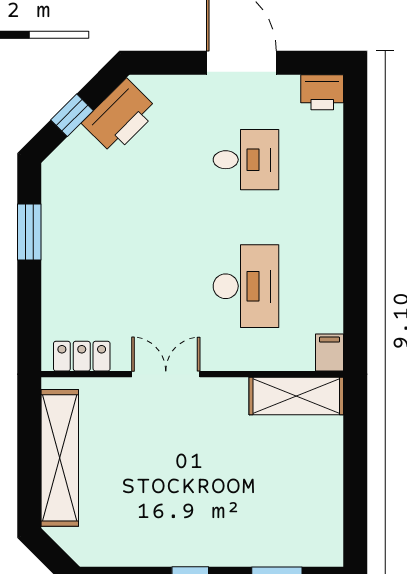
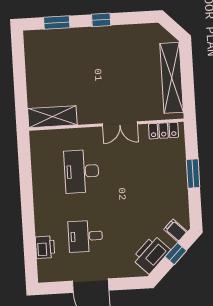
printer: (322, 92) -> (45, 247), moved, turned 90
window: (29, 232) -> (193, 174), moved
filing cabinet: (330, 353) -> (175, 230), moved, turned 135

